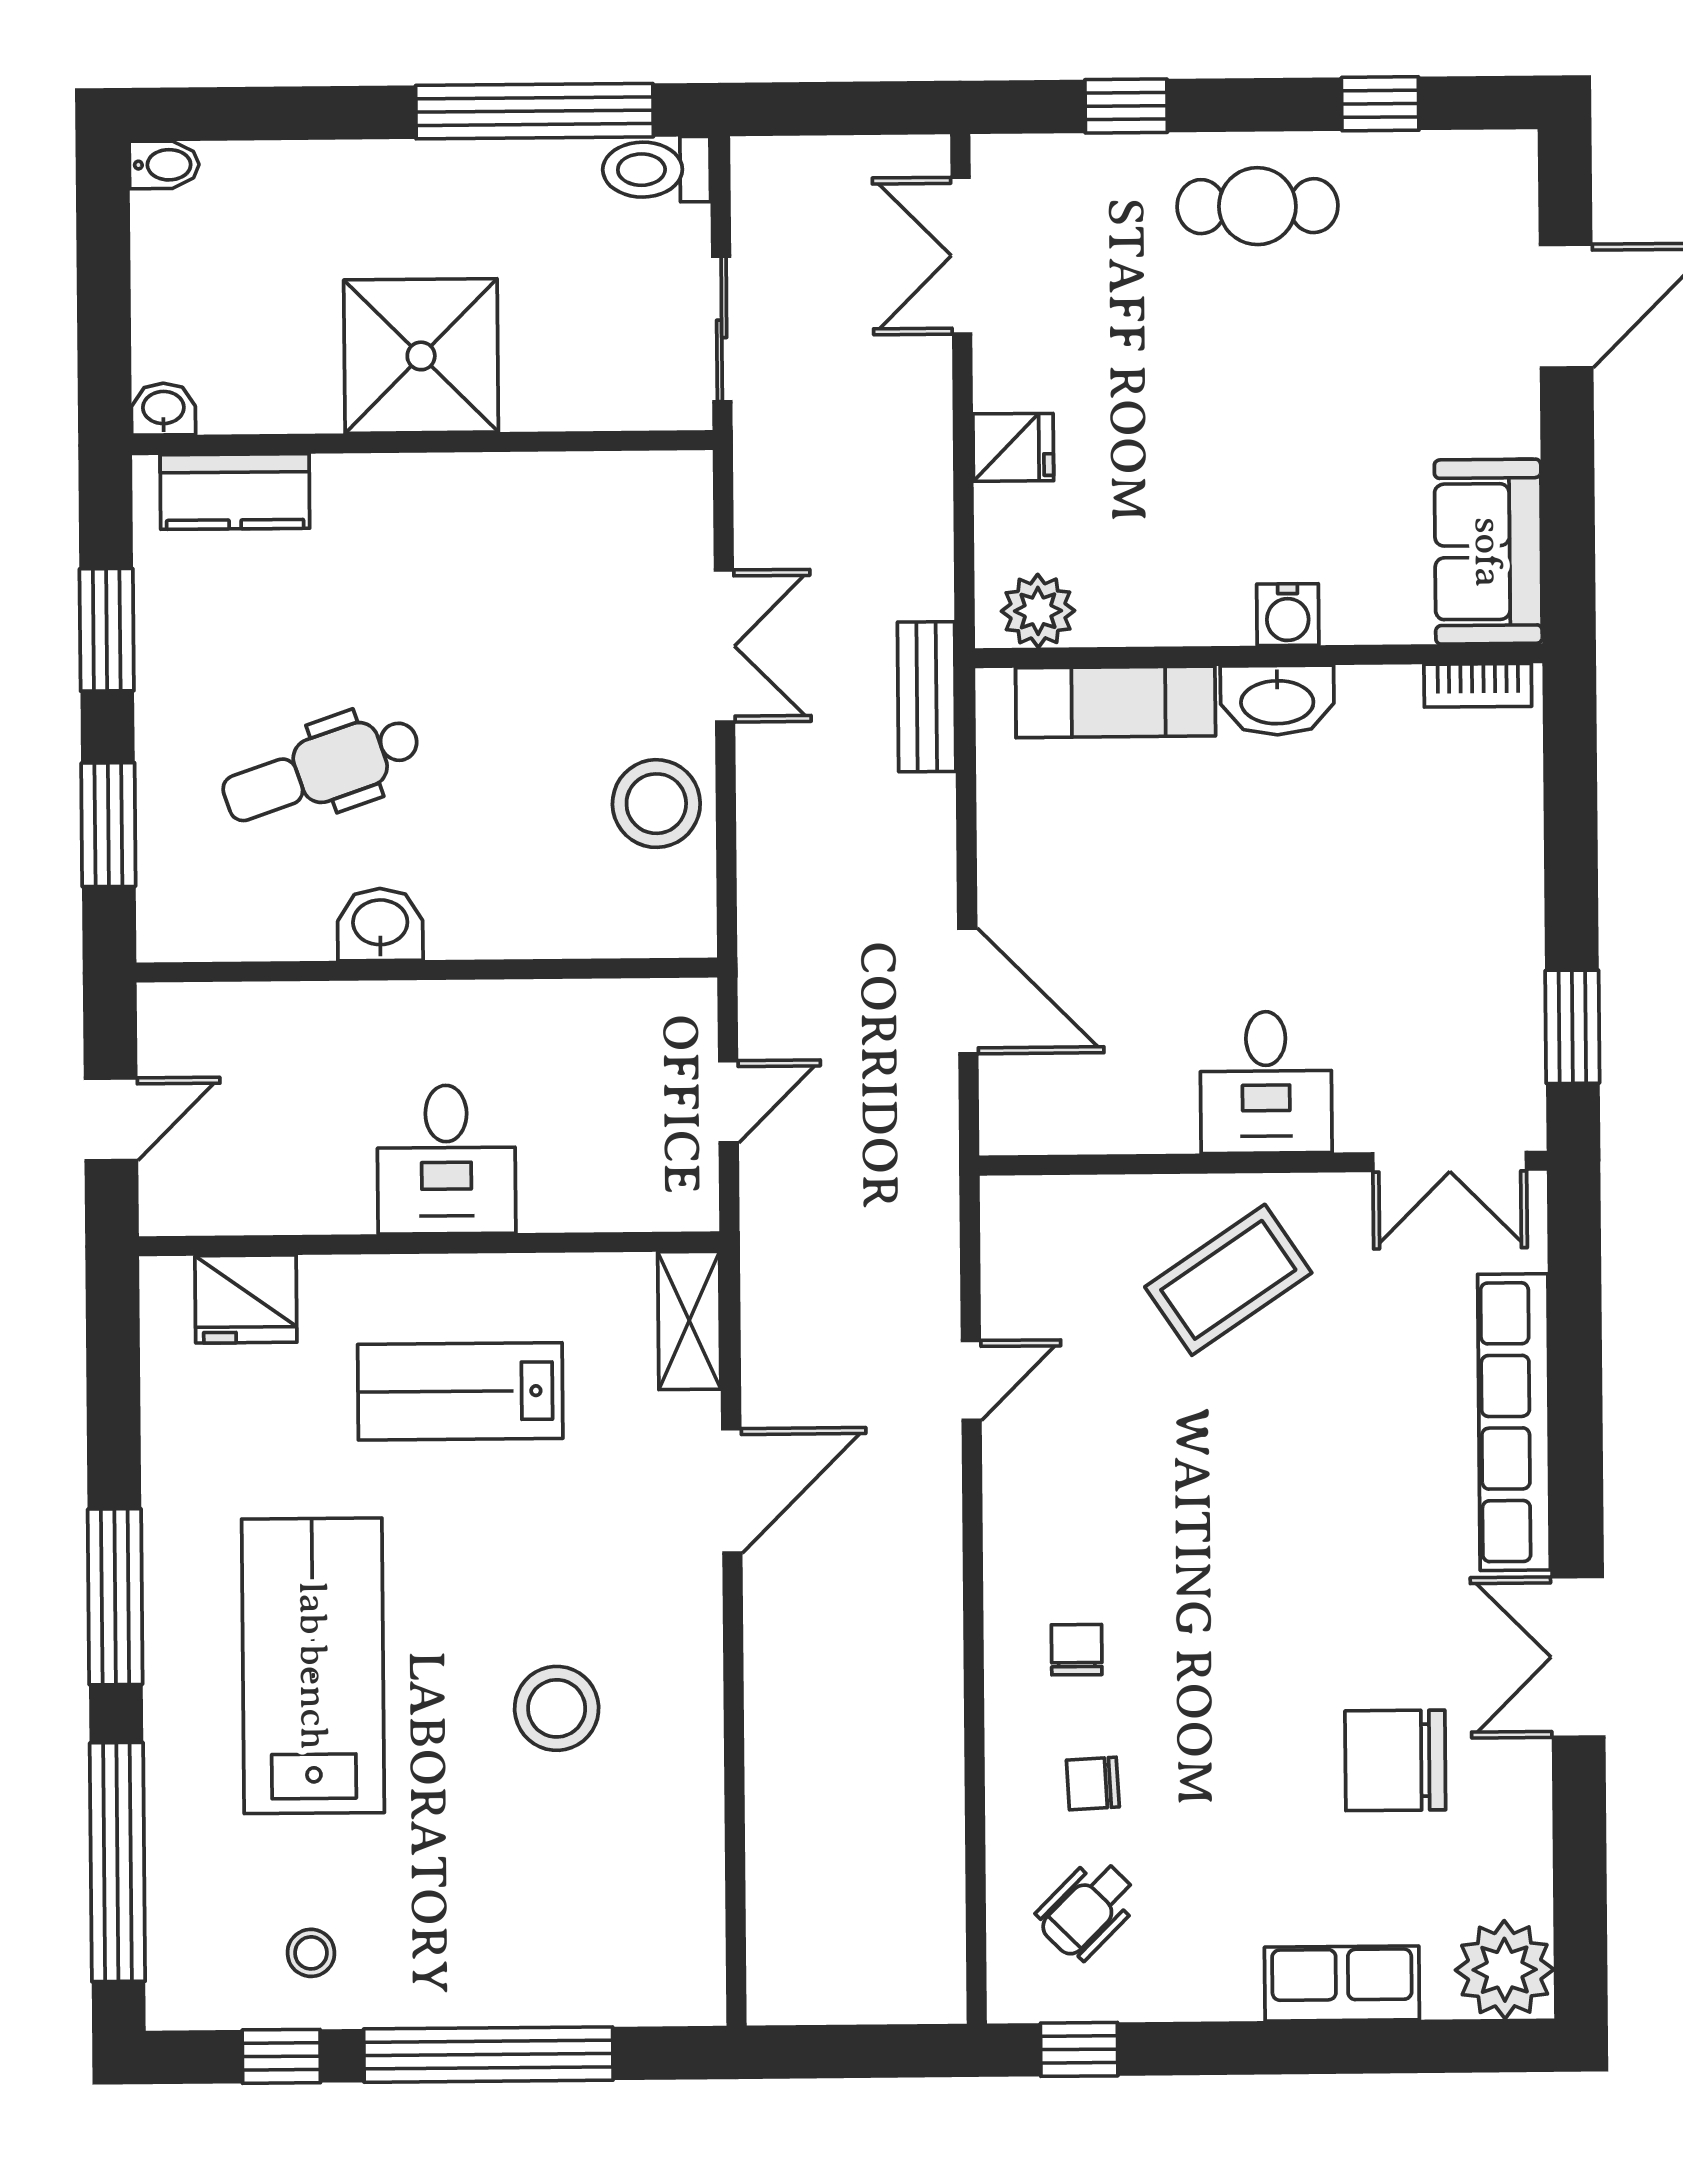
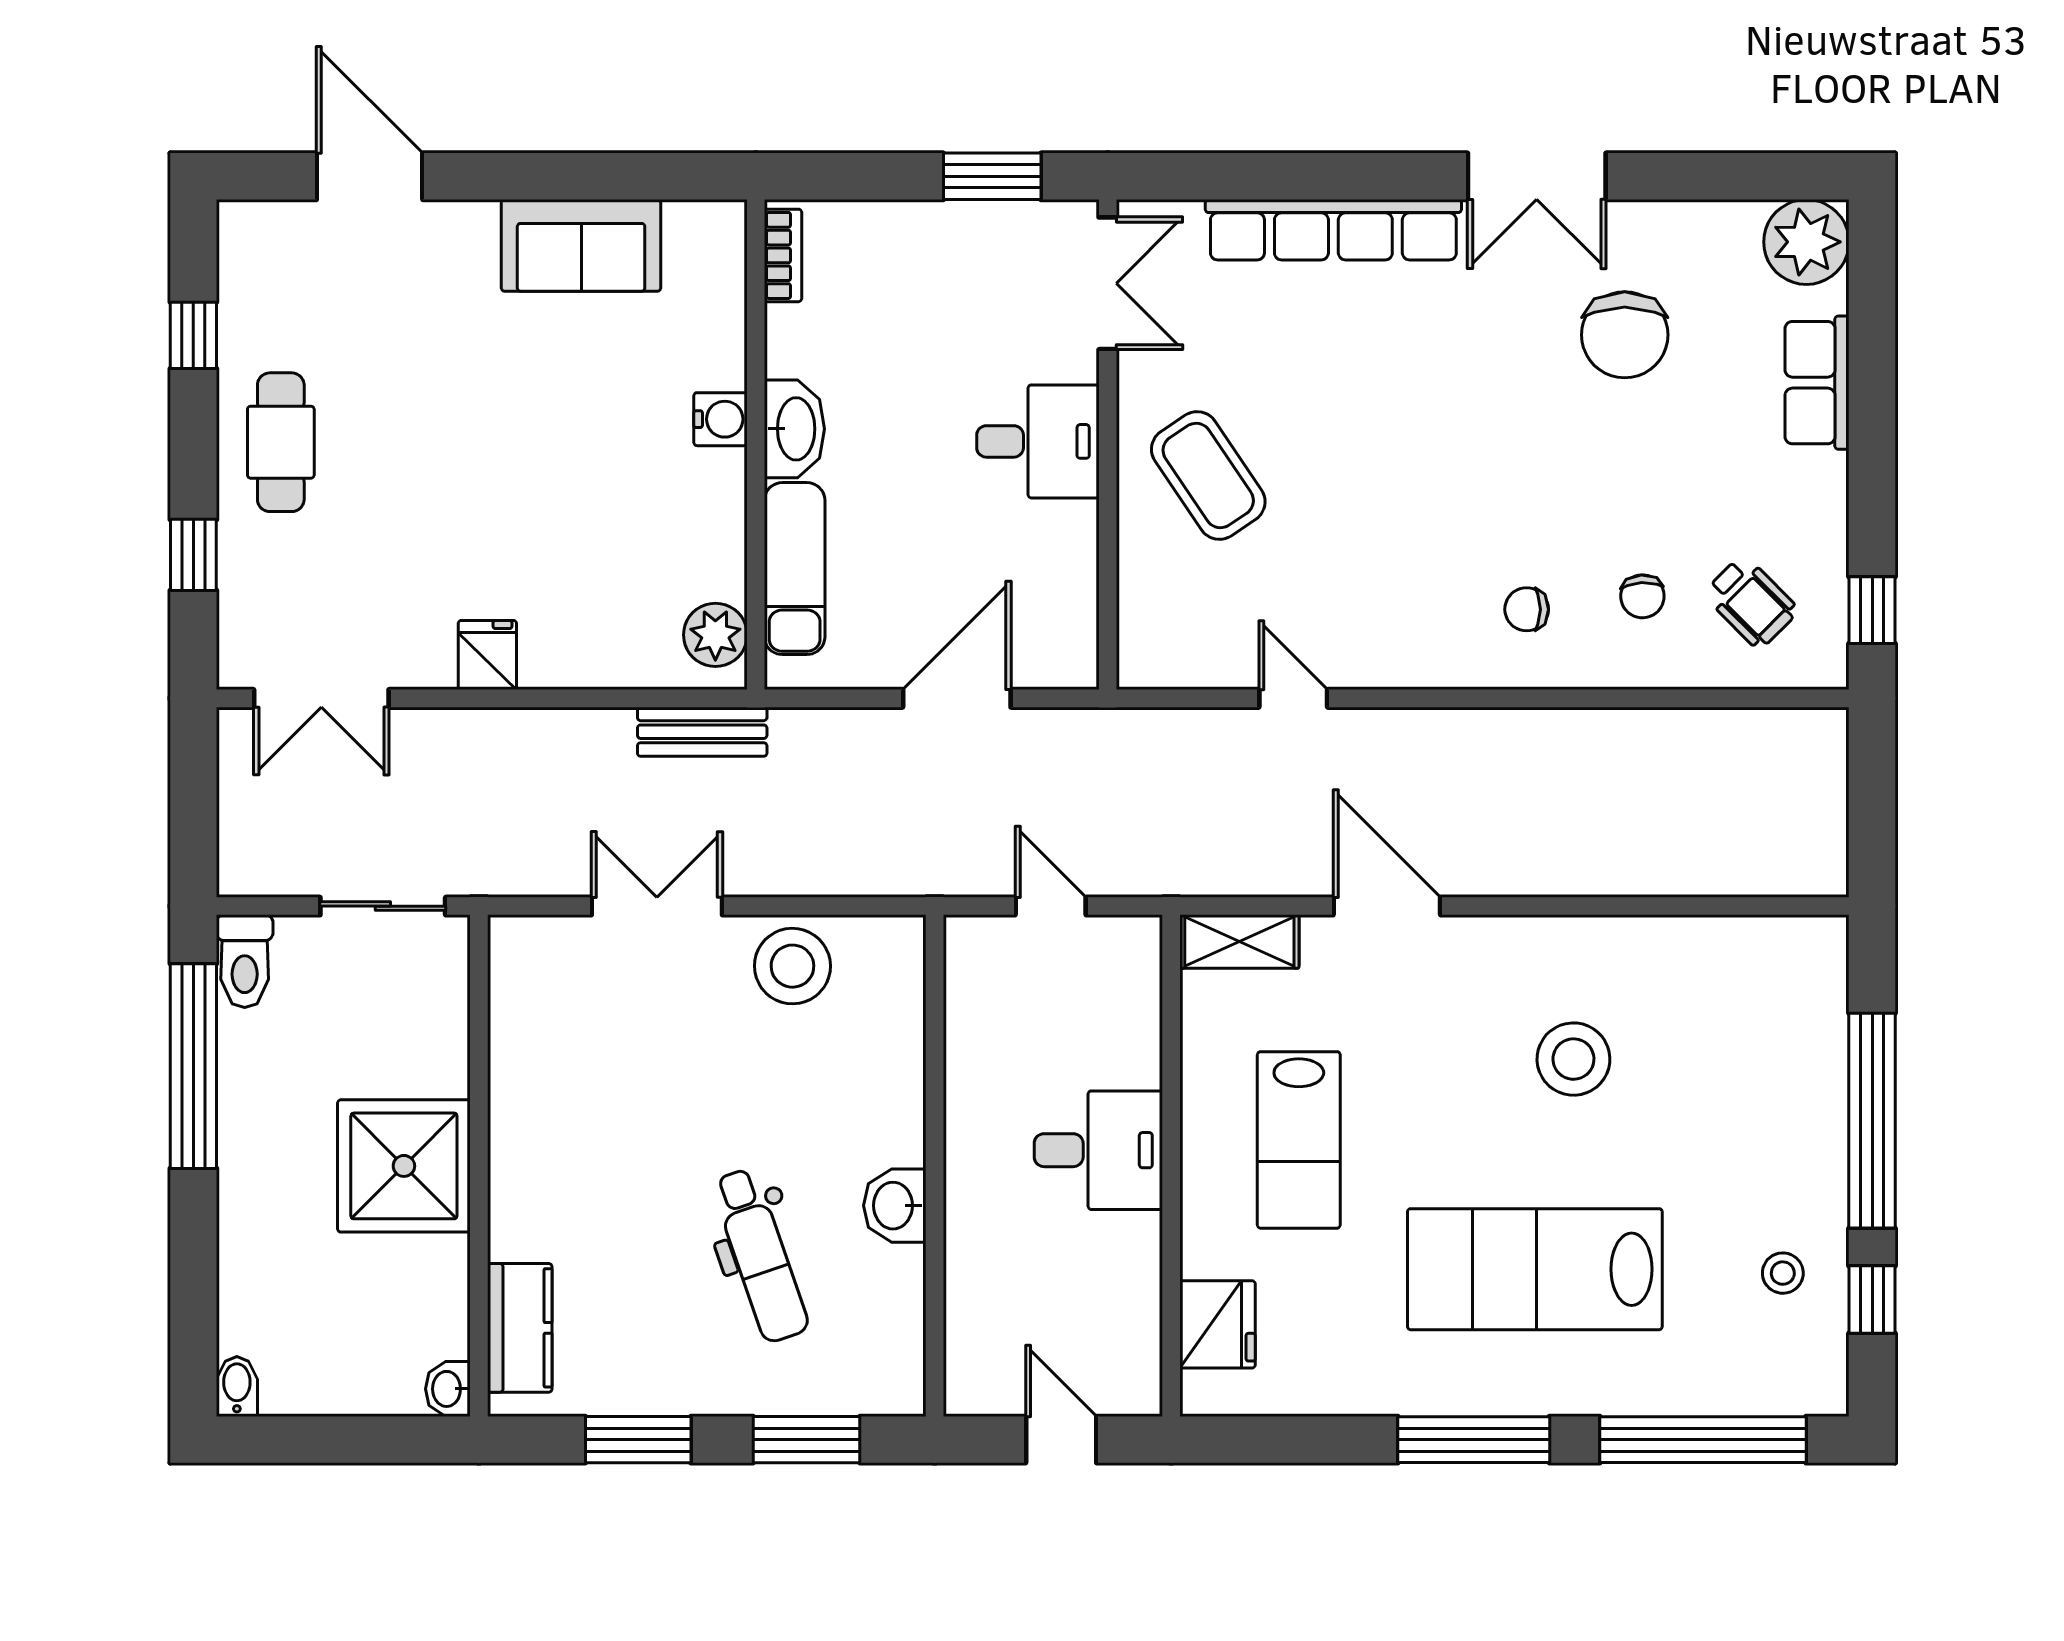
plant: (1038, 611) -> (715, 635), moved
water cooler: (1288, 615) -> (721, 419), moved
wall: (1259, 656) -> (756, 445), moved
bookcase: (1478, 685) -> (783, 255), moved
washbasin: (1277, 700) -> (794, 429), moved
exam couch: (1116, 702) -> (795, 569), moved

